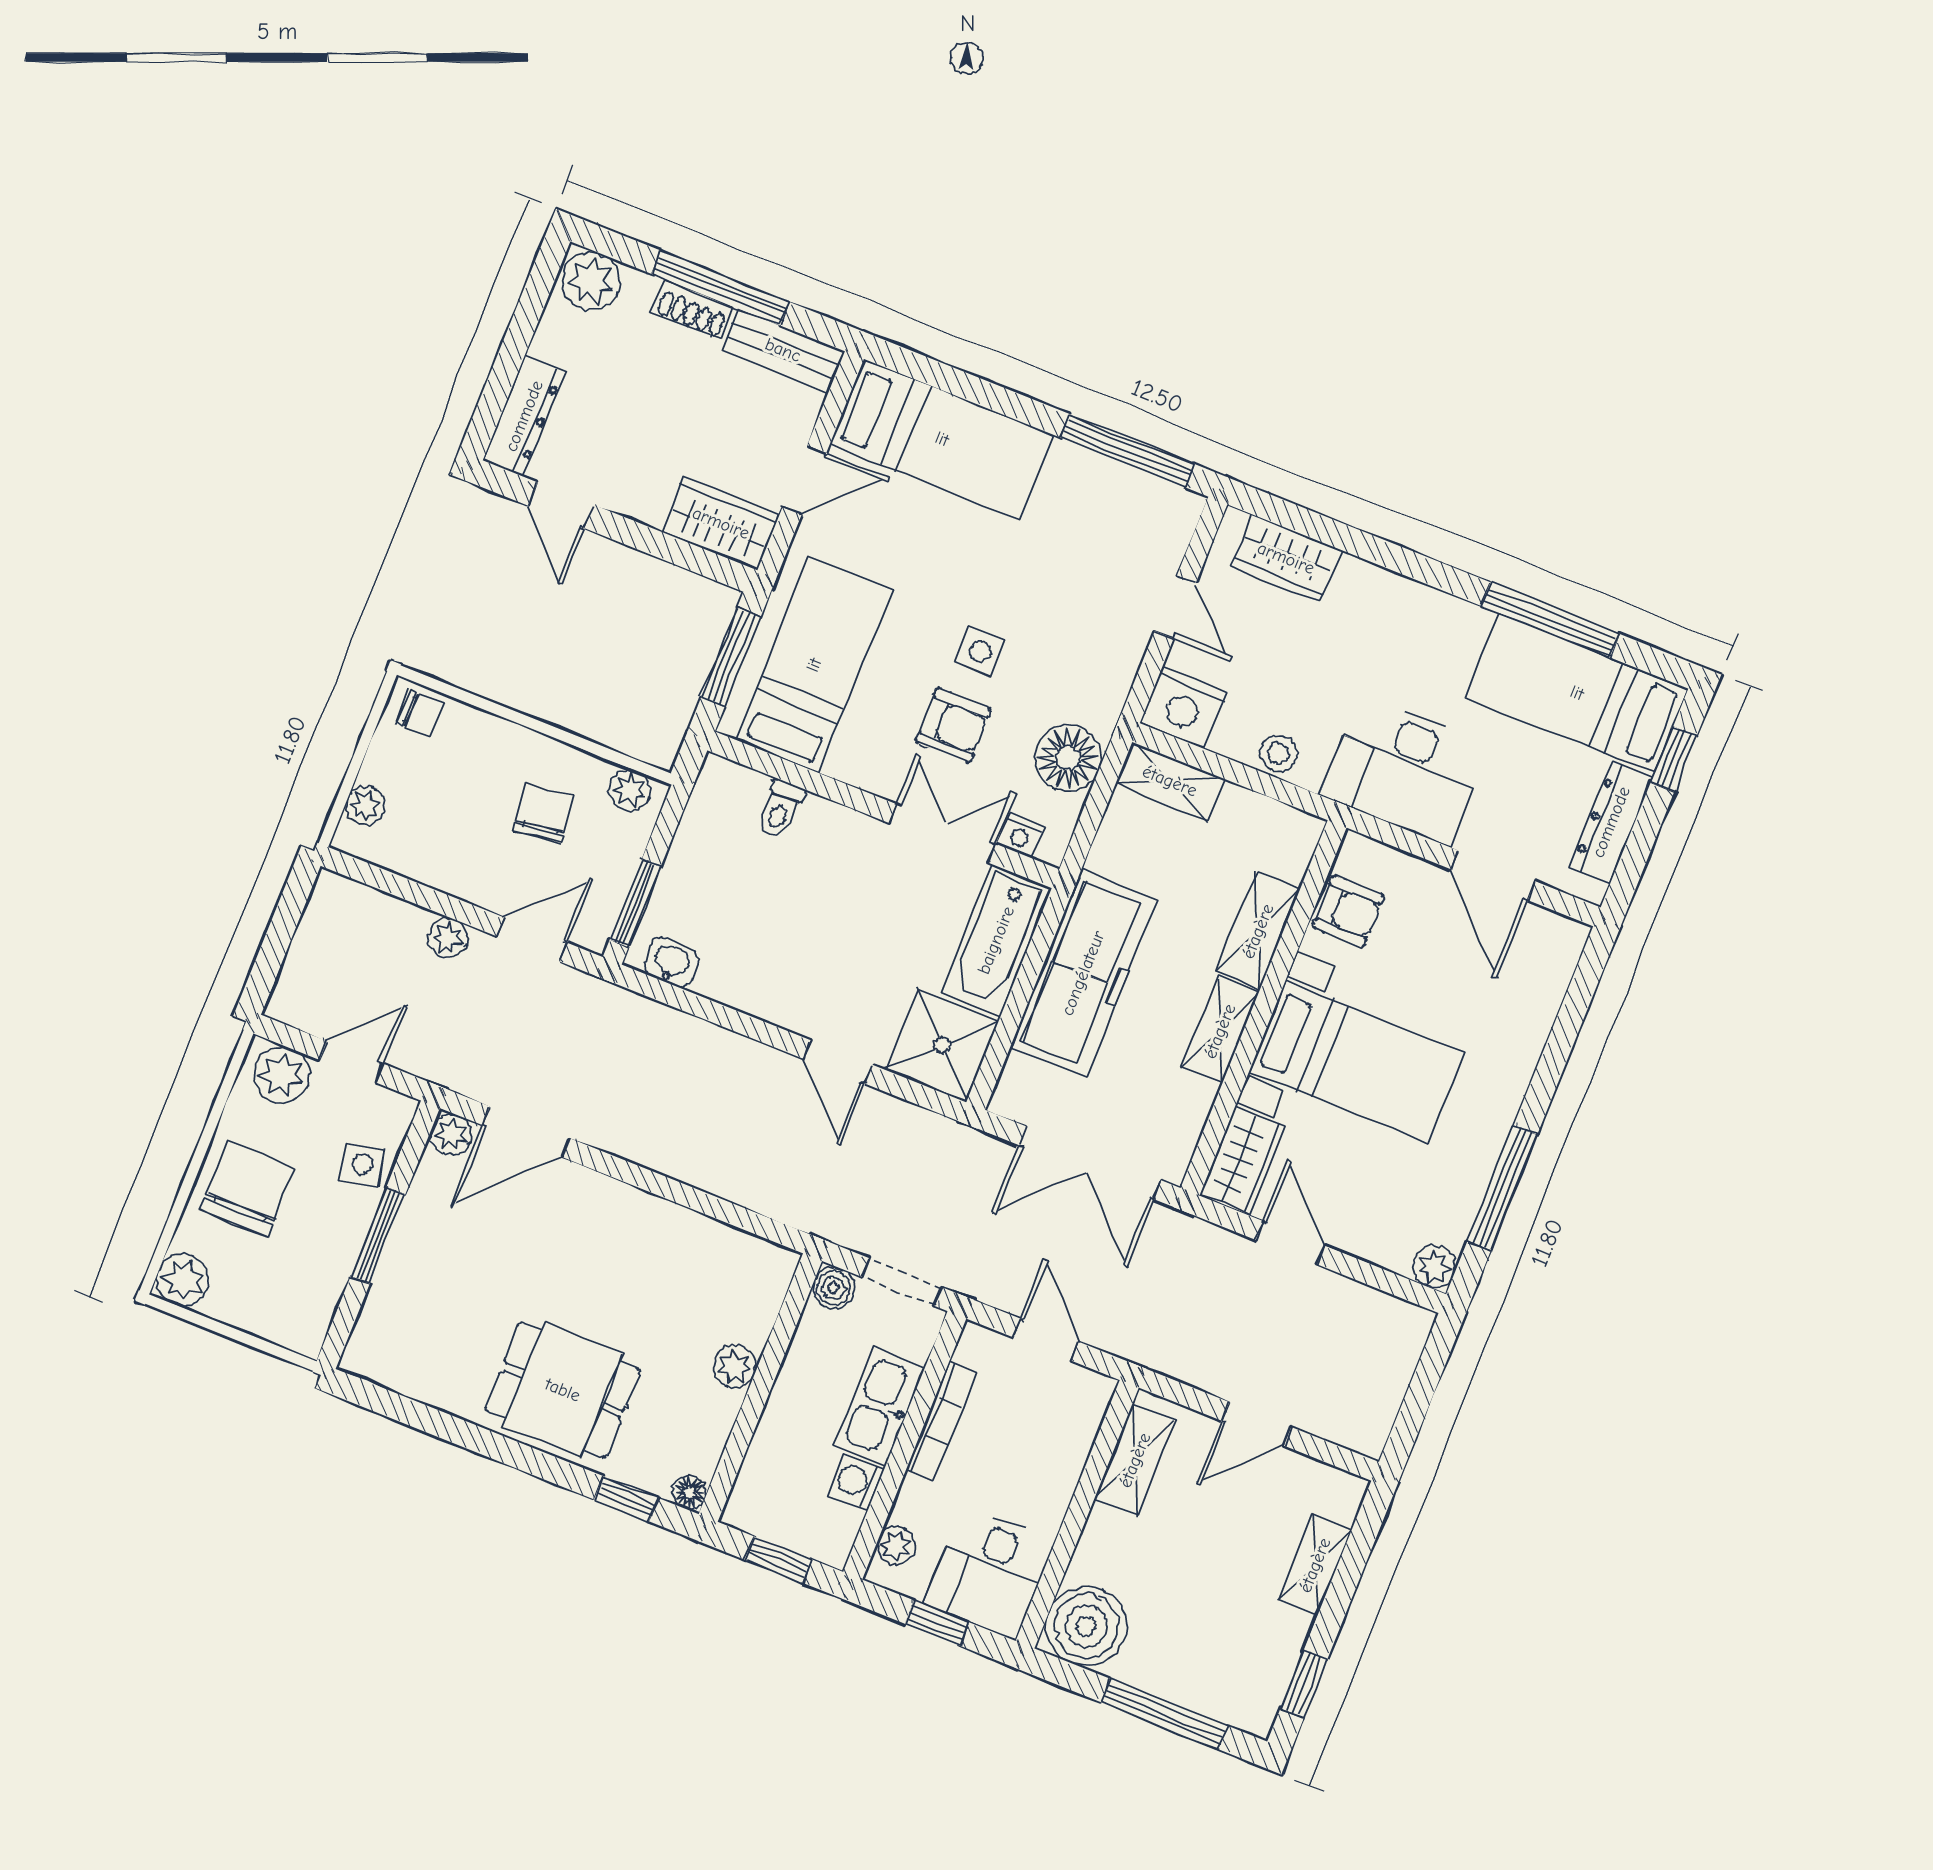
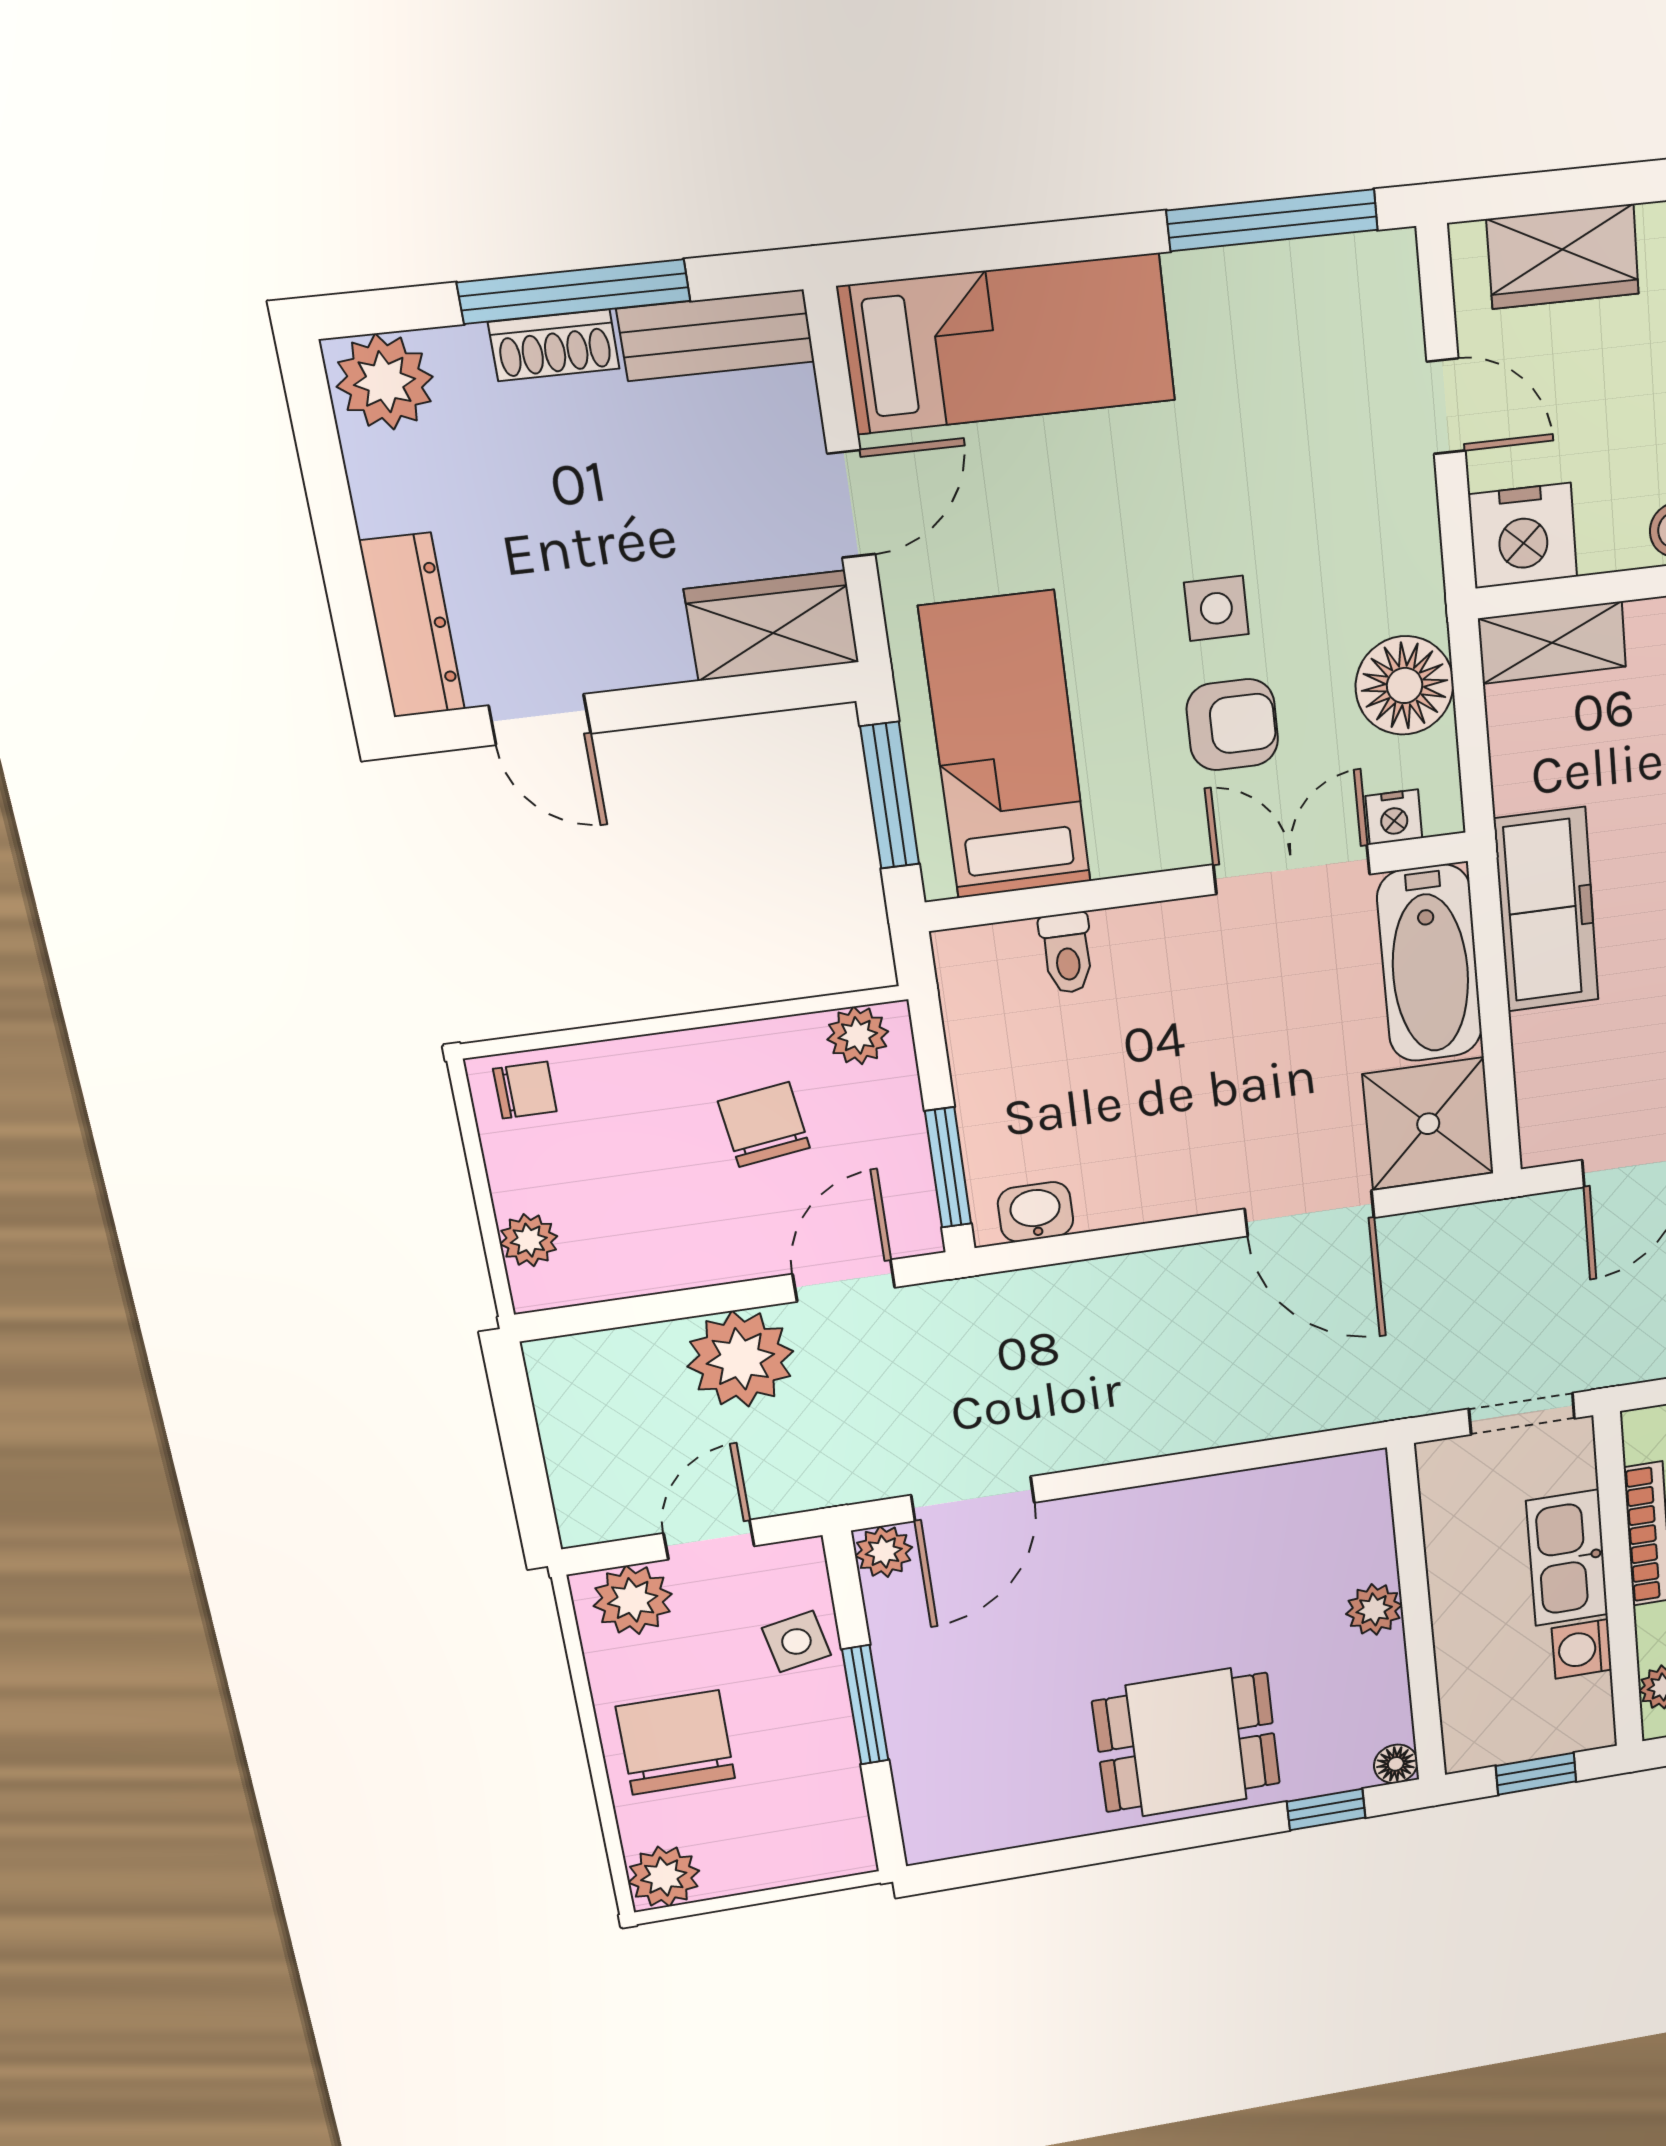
plant: (448, 938) -> (740, 1359), width x1.87, depth x1.87
freezer: (1083, 973) -> (1546, 910), width x0.73, depth x0.79
door: (838, 1062) -> (1310, 1213), width x1.38
boiler: (833, 1288) -> (1444, 1464), removed

